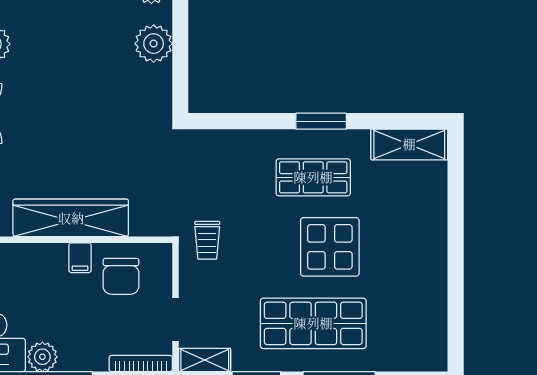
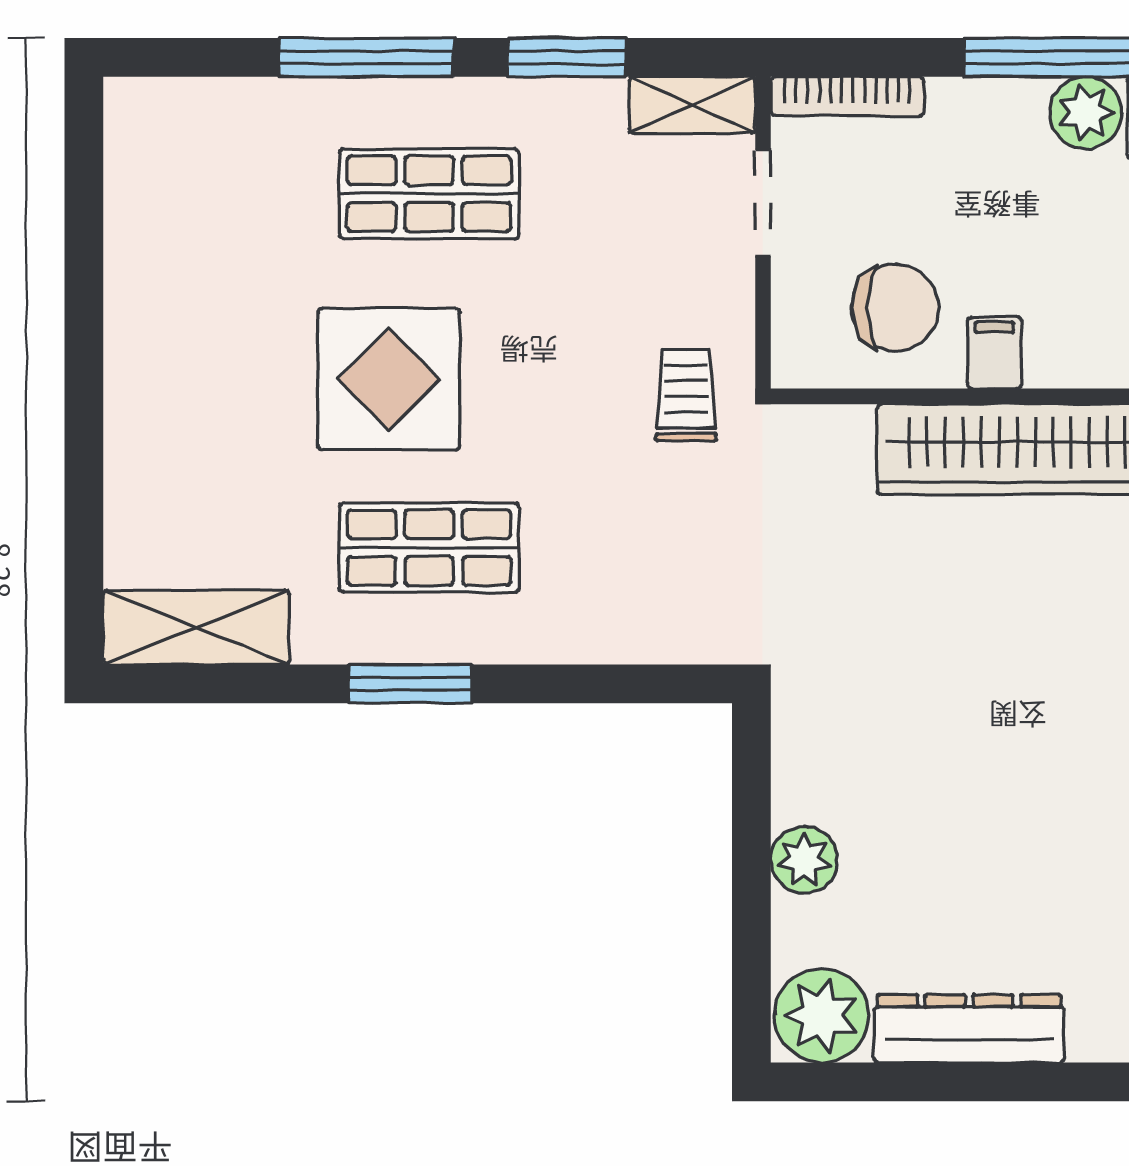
plant: (154, 44) -> (804, 860), width x0.73, depth x0.73
chair: (121, 276) -> (895, 308), turned 90
shop shelf: (313, 323) -> (429, 194), width x0.70, depth x0.74

